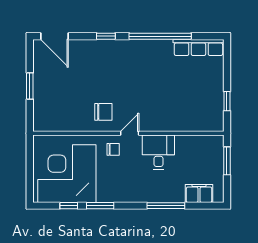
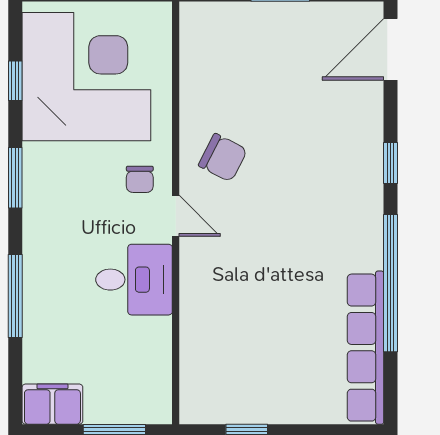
row of seats: (198, 47) -> (366, 348), width x1.36
chair: (103, 112) -> (223, 158), turned -63
filing cabinet: (199, 193) -> (52, 404), moved, turned -90
window: (100, 206) -> (15, 178), moved

